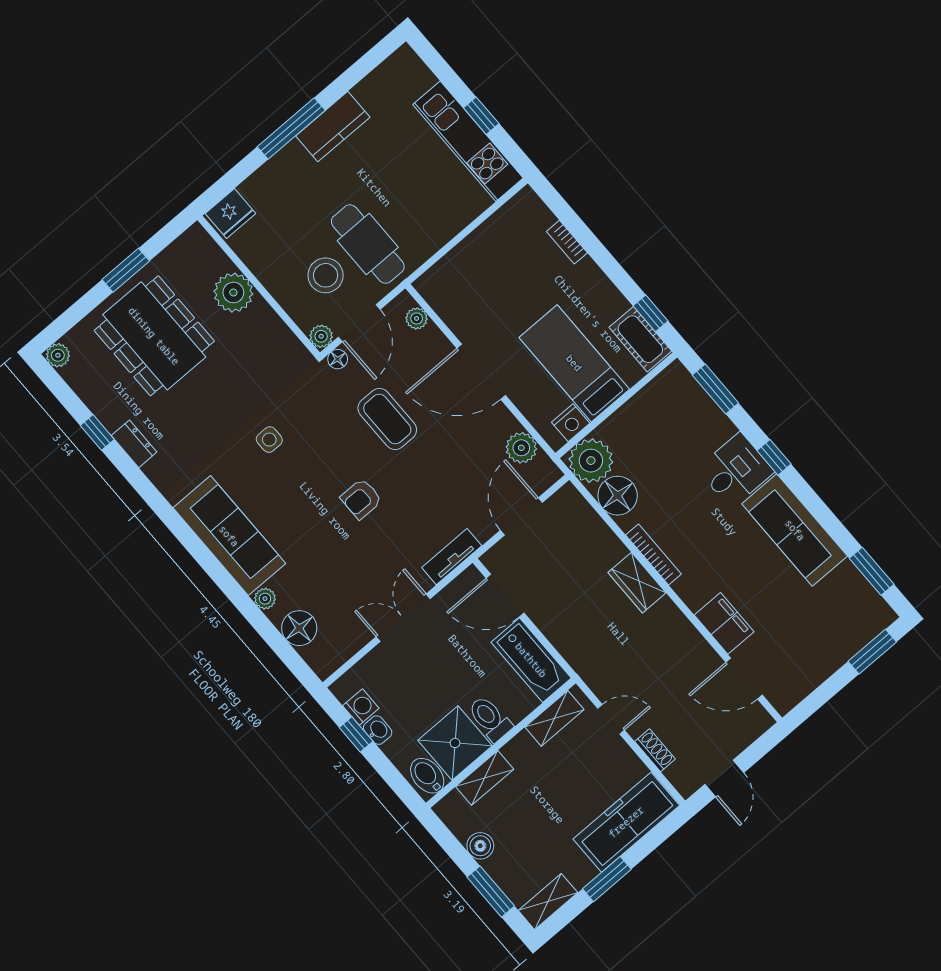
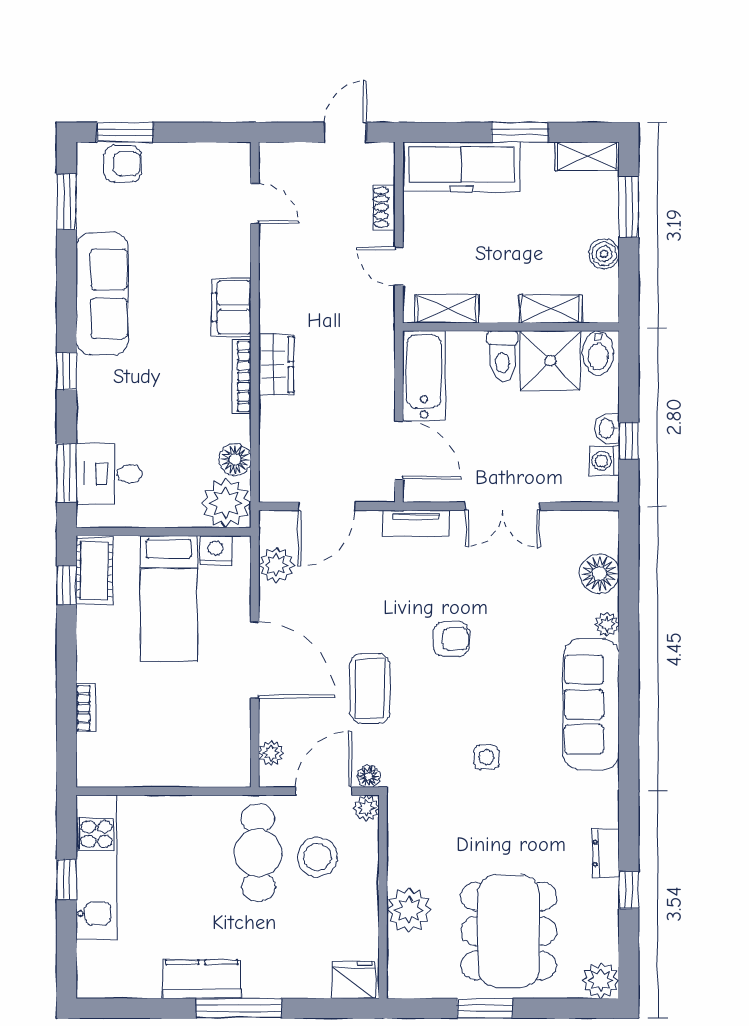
plant: (58, 355) -> (601, 980), width x1.38, depth x1.38
desk: (736, 470) -> (109, 474), moved
floor lamp: (618, 496) -> (235, 459), width x0.73, depth x0.73
filing cabinet: (724, 623) -> (231, 307), moved
armchair: (856, 629) -> (122, 164), added
door: (744, 679) -> (255, 203), width x0.73

